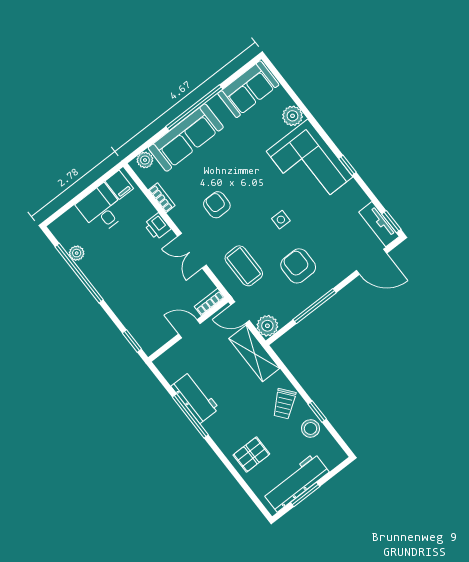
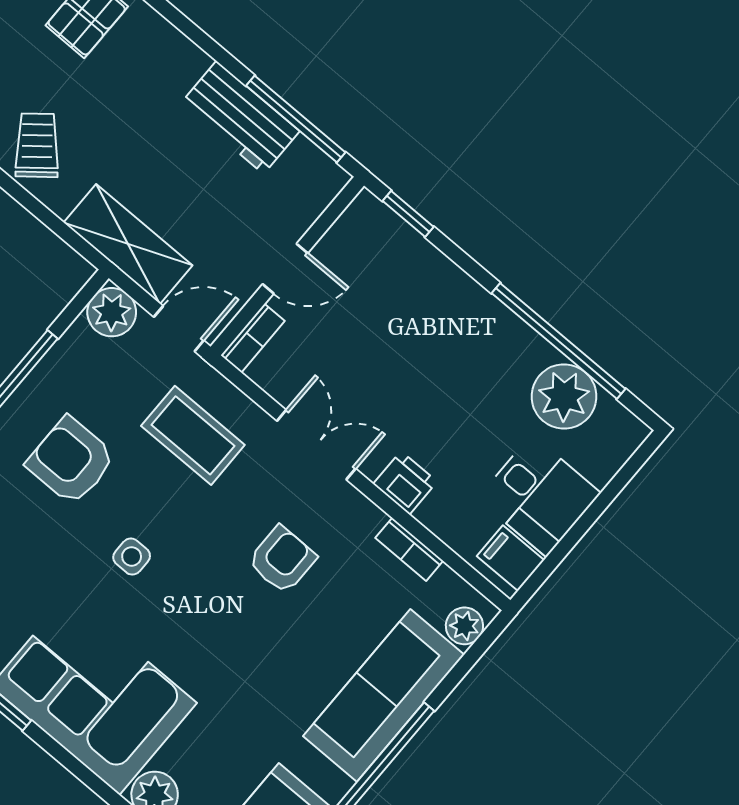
armchair: (217, 205) -> (282, 560), turned -90
plant: (77, 253) -> (564, 396), width x1.87, depth x1.87
armchair: (298, 266) -> (71, 461), turned 180
window: (190, 416) -> (296, 119), moved

